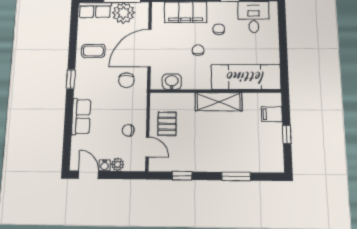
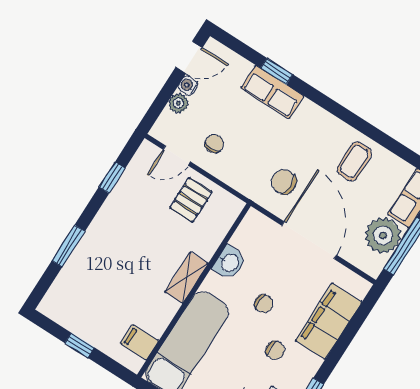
window: (71, 79) -> (277, 71), moved
washbasin: (172, 82) -> (229, 263), moved
shelving: (219, 102) -> (186, 278), width x0.67, depth x0.75
filing cabinet: (272, 114) -> (140, 342), moved, turned -90
pallet: (167, 124) -> (191, 200), turned 90

